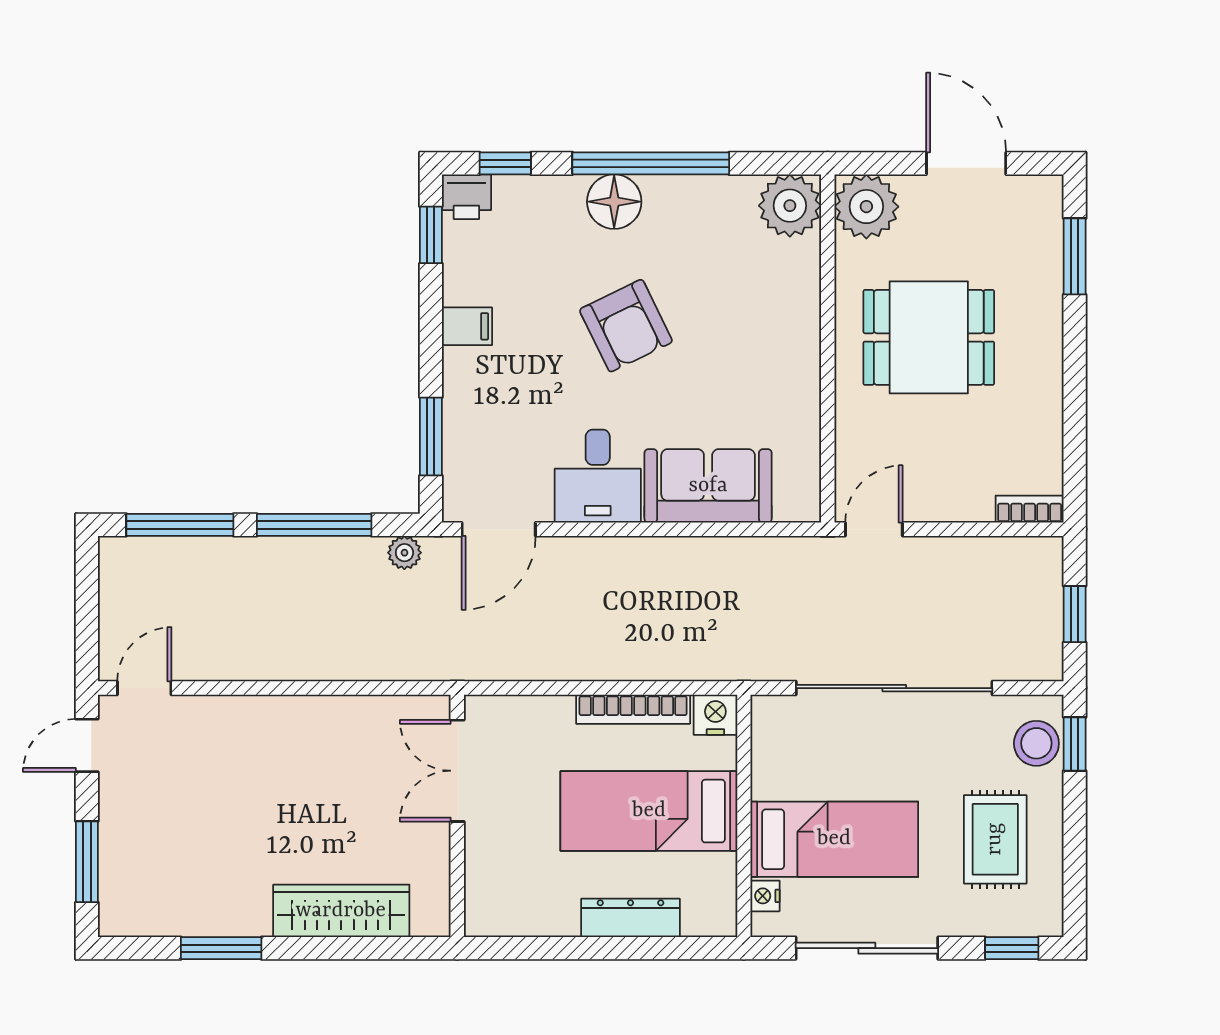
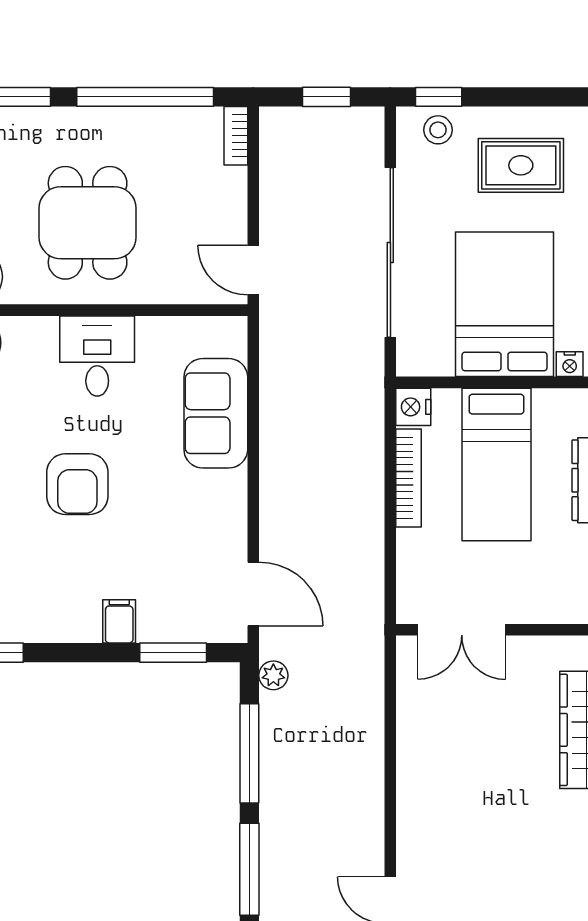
filing cabinet: (467, 326) -> (119, 621), moved
armchair: (626, 326) -> (77, 484), turned 116
window: (1075, 404) -> (145, 97), added
desk: (598, 476) -> (97, 356), moved, turned -90
stool: (1036, 743) -> (438, 130), width x0.73, depth x0.73
bed: (834, 839) -> (504, 304), width x1.50

